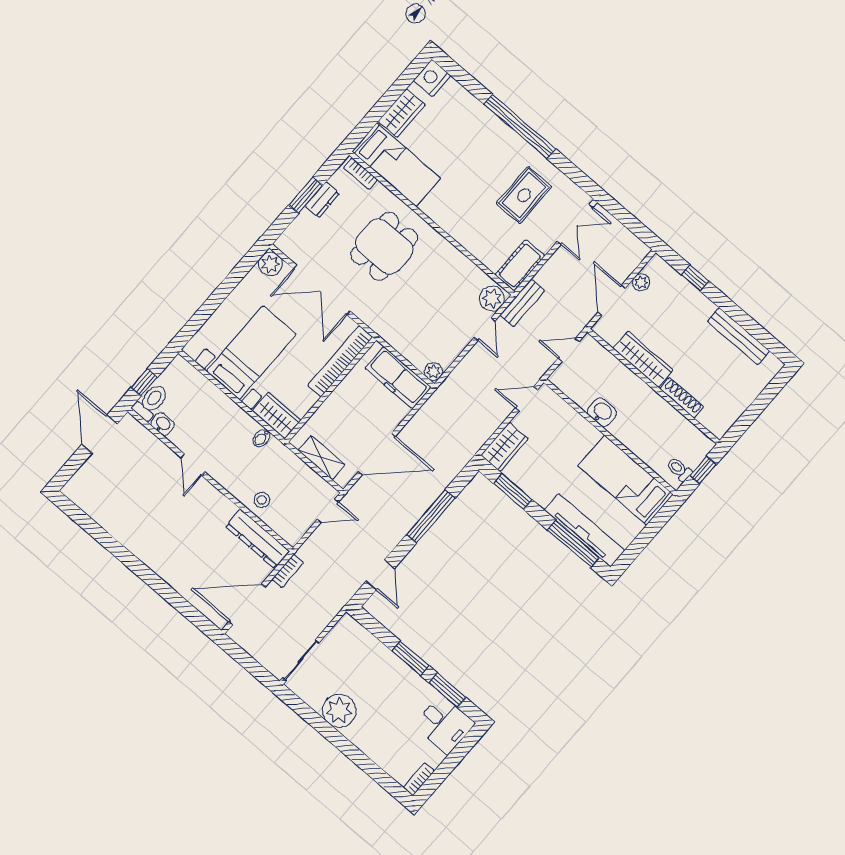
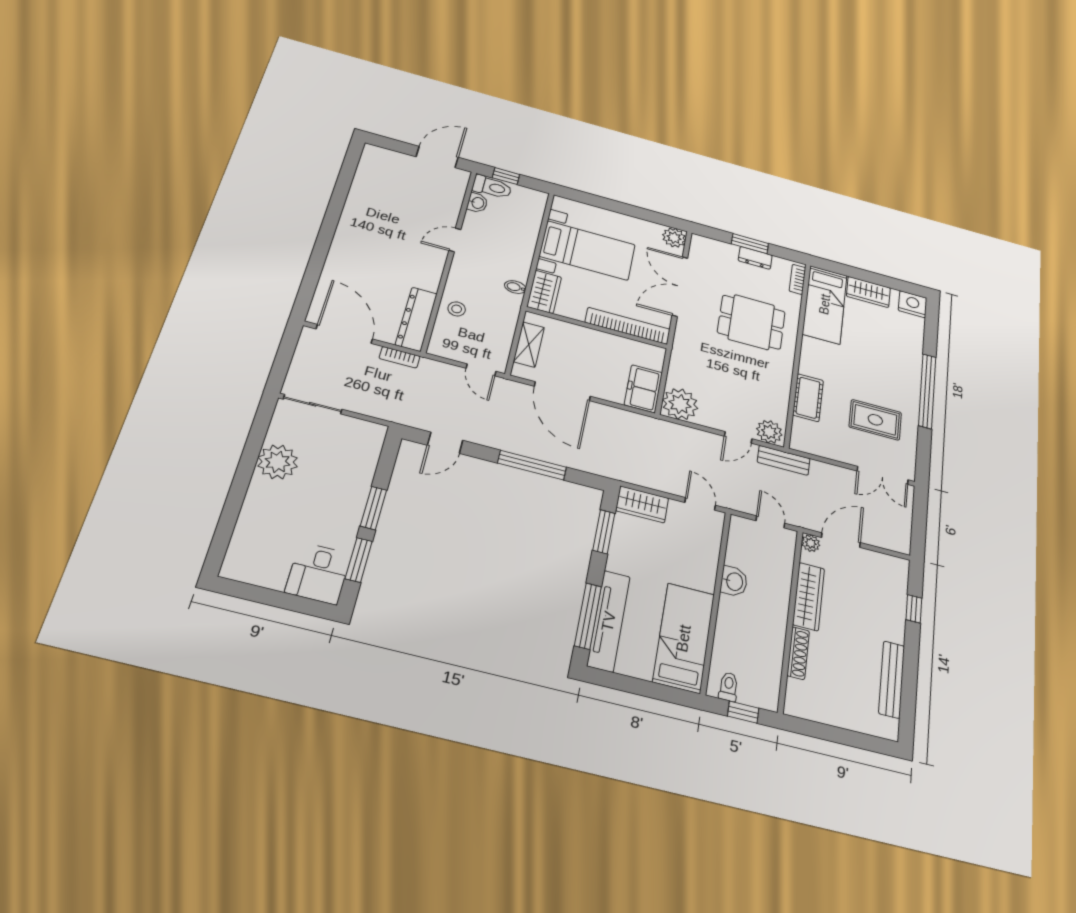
cot: (520, 265) -> (808, 398), moved, turned 90
plant: (641, 282) -> (811, 543), moved
plant: (433, 372) -> (680, 404), width x1.88, depth x1.88
freezer: (398, 378) -> (643, 389), width x0.71
bookcase: (419, 779) -> (241, 574), removed

